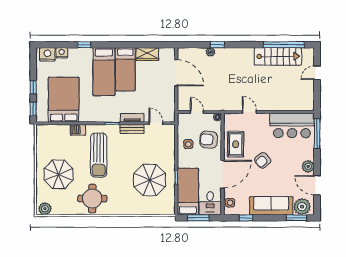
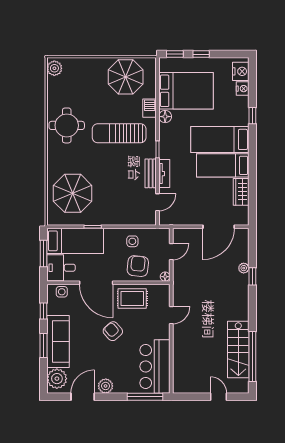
floor lamp: (85, 117) -> (165, 117), added
parasol: (59, 174) -> (126, 77), moved
parasol: (150, 180) -> (73, 193), moved
window: (297, 218) -> (44, 346), moved

